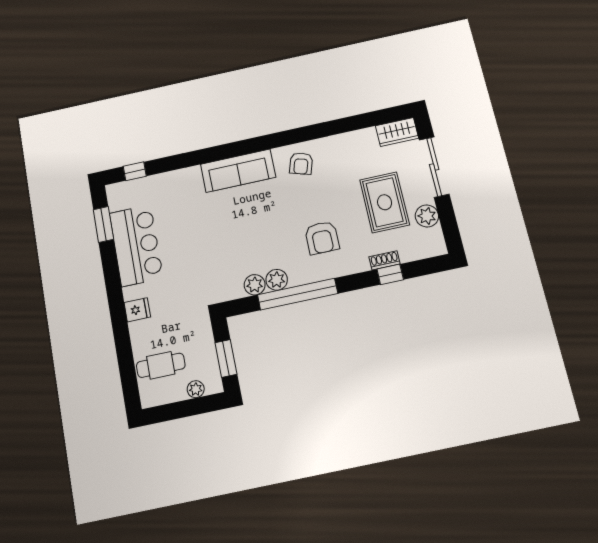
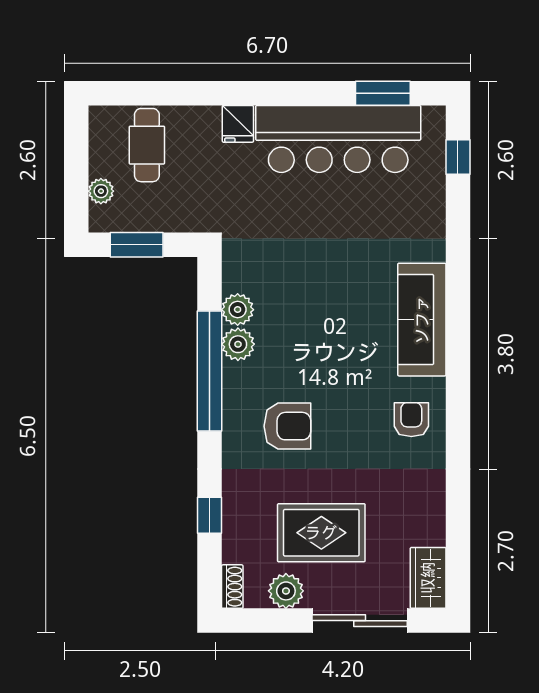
armchair: (301, 163) -> (411, 420), turned 73
armchair: (322, 238) -> (287, 426), turned 180
bar counter: (136, 245) -> (338, 139), width x1.36
shoe rack: (385, 260) -> (232, 587), moved

